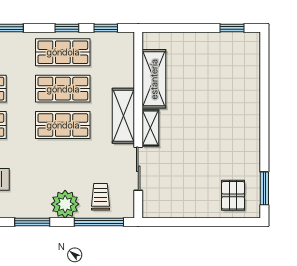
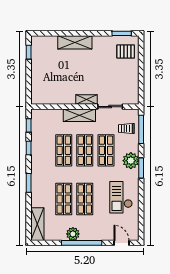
shop shelf: (63, 52) -> (106, 150), moved
shelving: (154, 79) -> (75, 42), moved
plant: (65, 204) -> (131, 161), moved

